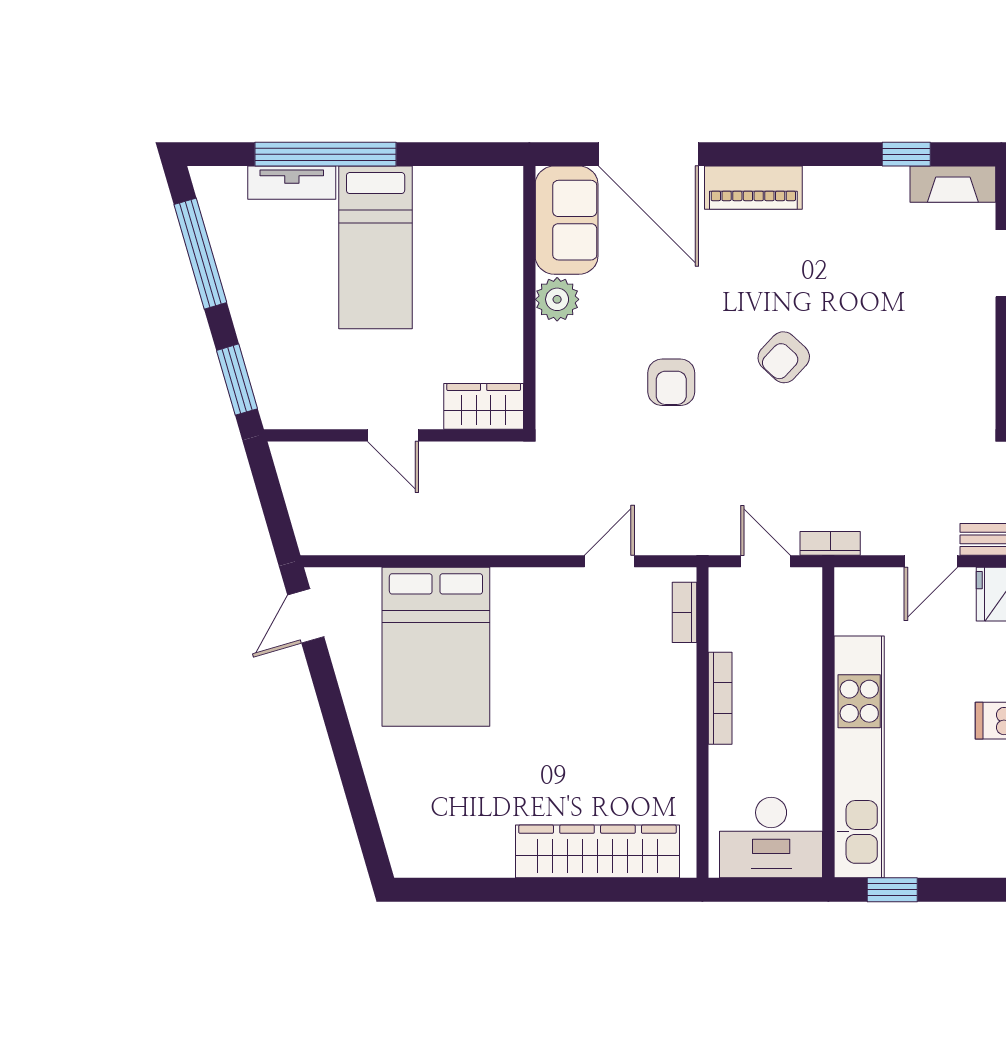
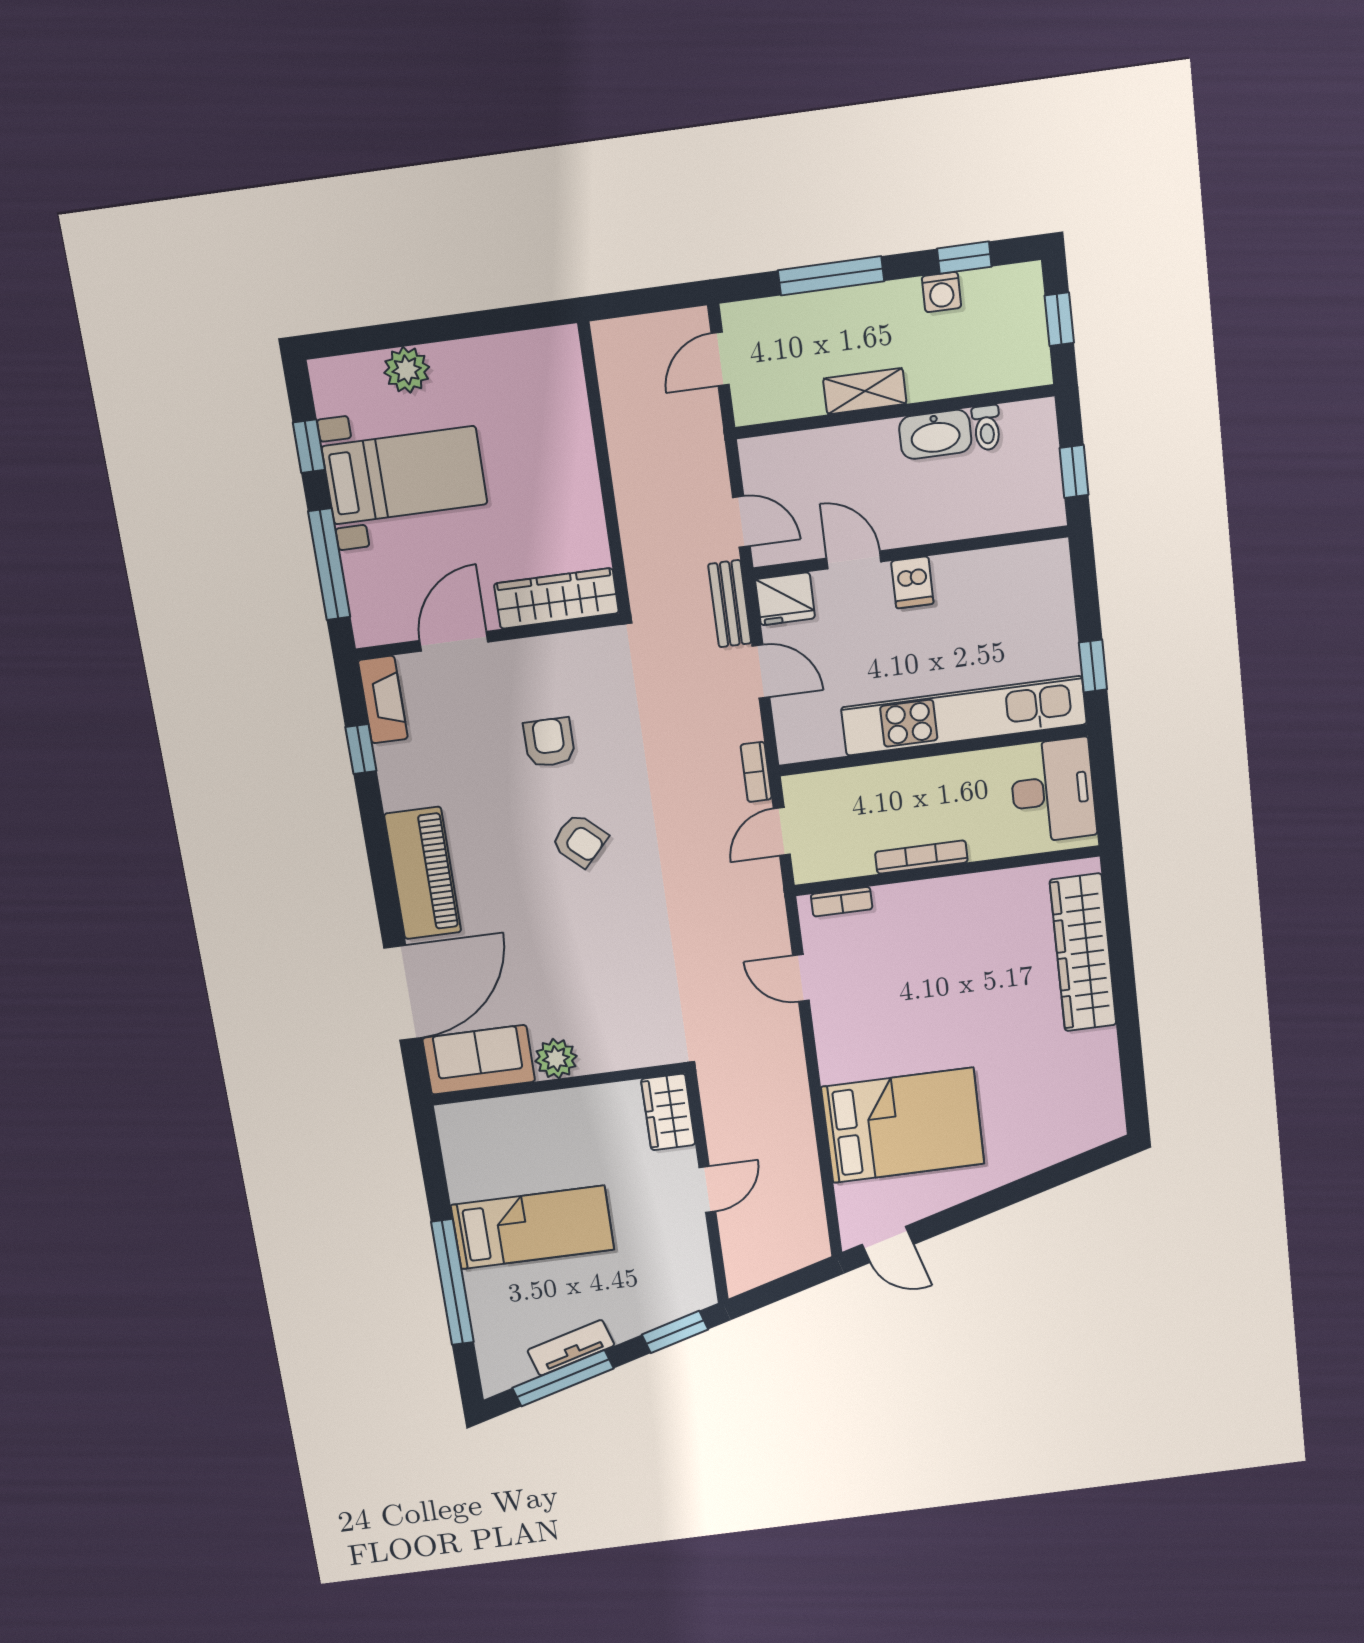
tv unit: (292, 183) -> (571, 1348), moved, turned -106
piano: (753, 188) -> (423, 873), width x1.37, depth x1.33
armchair: (671, 382) -> (549, 742), moved, turned -90

